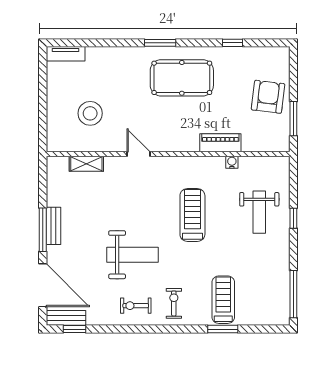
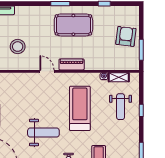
piano: (220, 143) -> (72, 64), moved
shelving: (86, 164) -> (119, 77), moved
treadmill: (192, 215) -> (80, 108), width x1.37, depth x1.38

